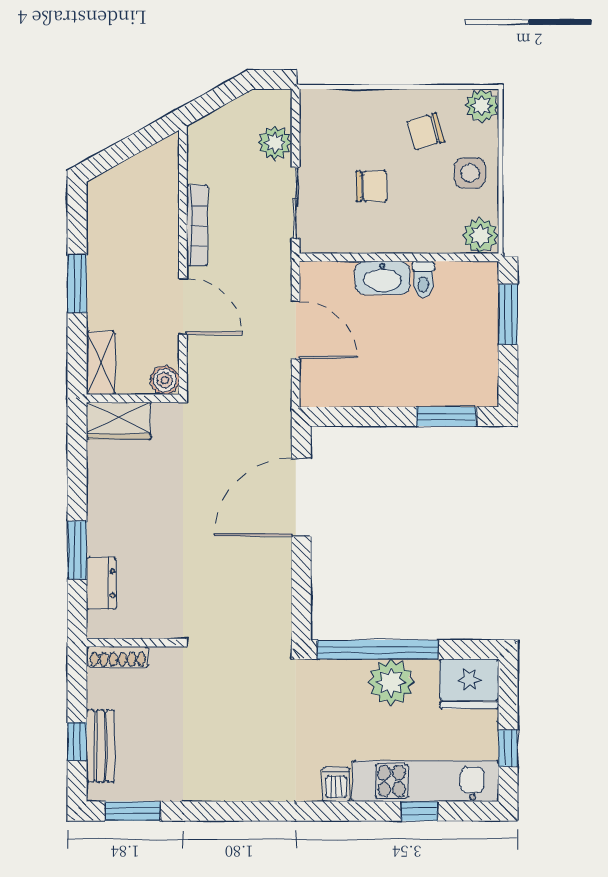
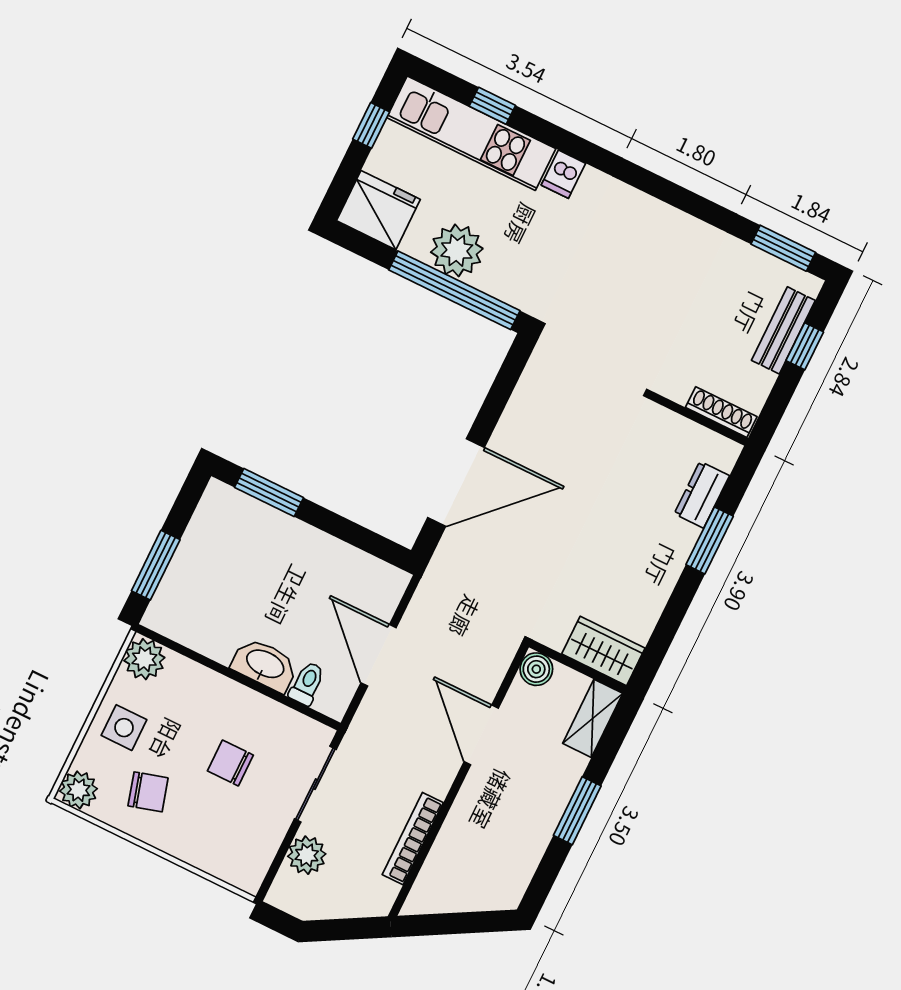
bookcase: (197, 225) -> (413, 839), moved
toilet: (423, 279) -> (307, 684), moved

